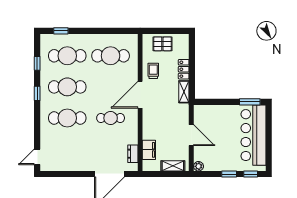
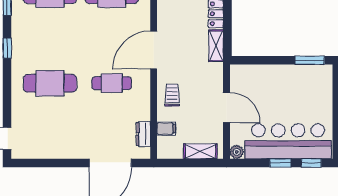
trolley: (153, 71) -> (172, 95), moved
cafe table: (67, 87) -> (50, 39), removed
bar counter: (253, 135) -> (288, 141), moved, turned 90
filing cabinet: (149, 150) -> (166, 129), width x0.50

